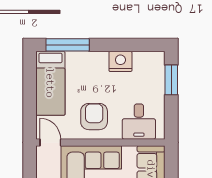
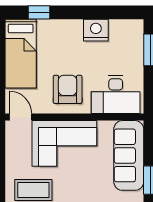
window: (68, 45) -> (39, 12), width x0.46
desk: (139, 122) -> (116, 95), width x1.37

